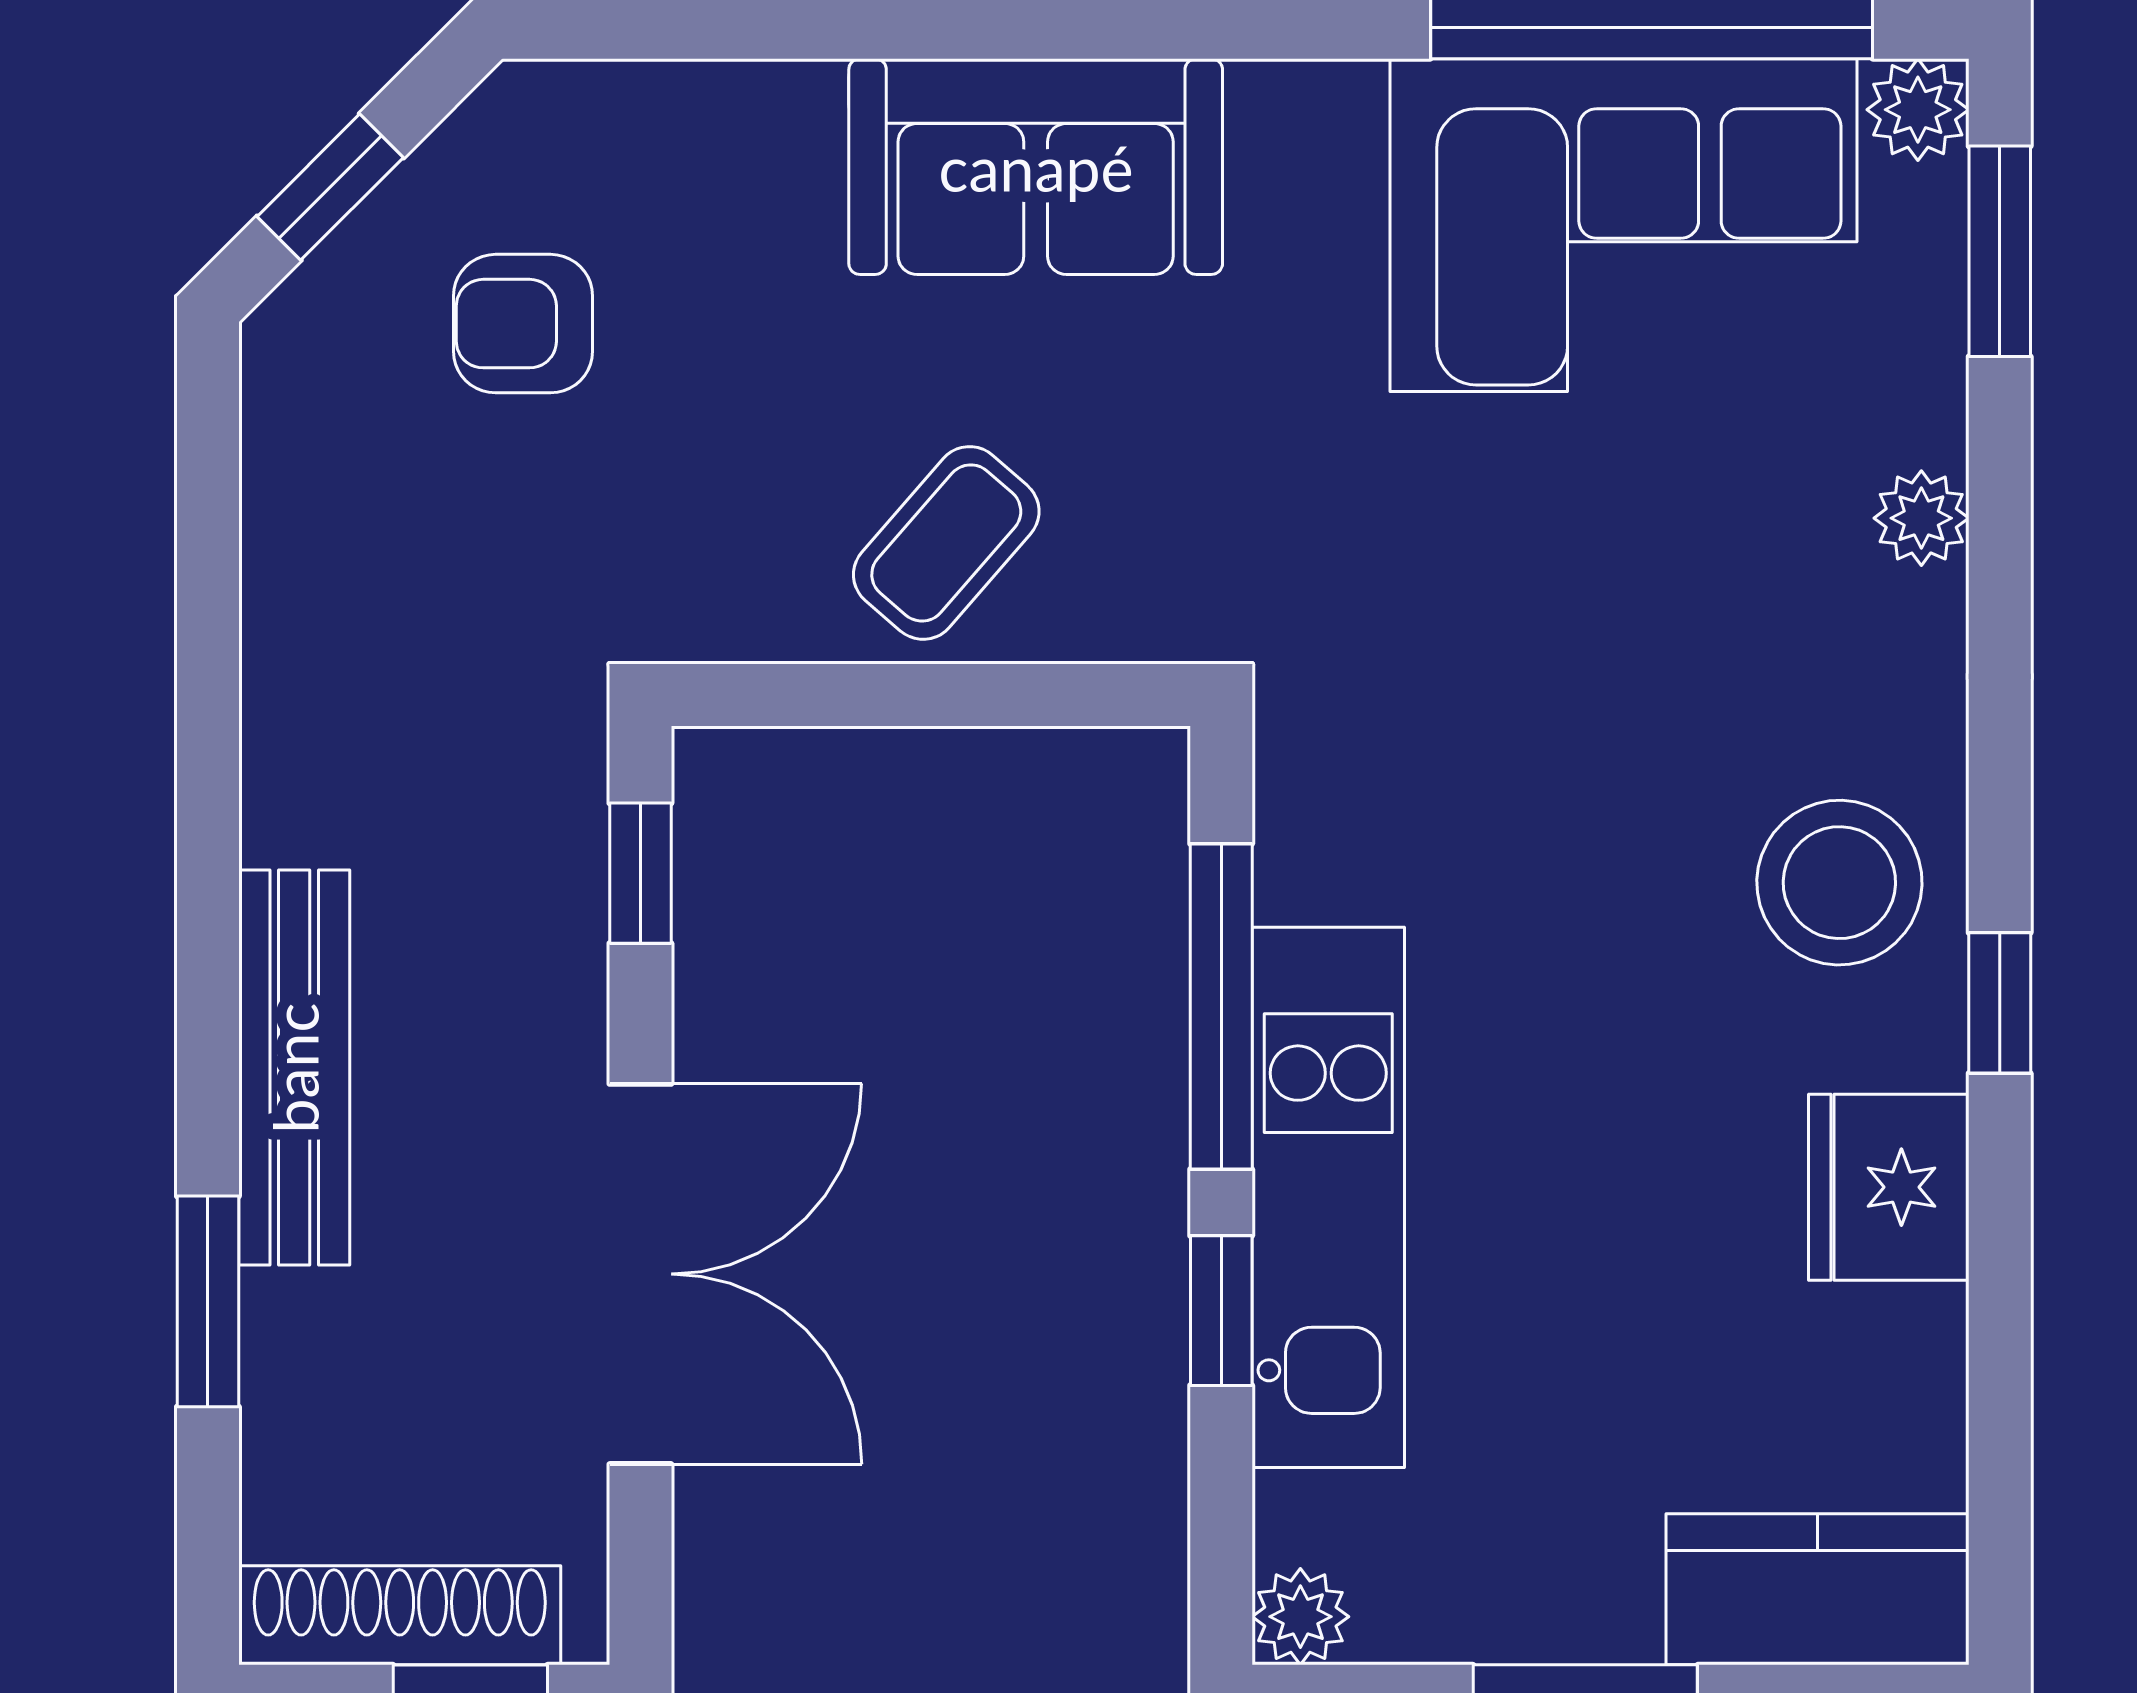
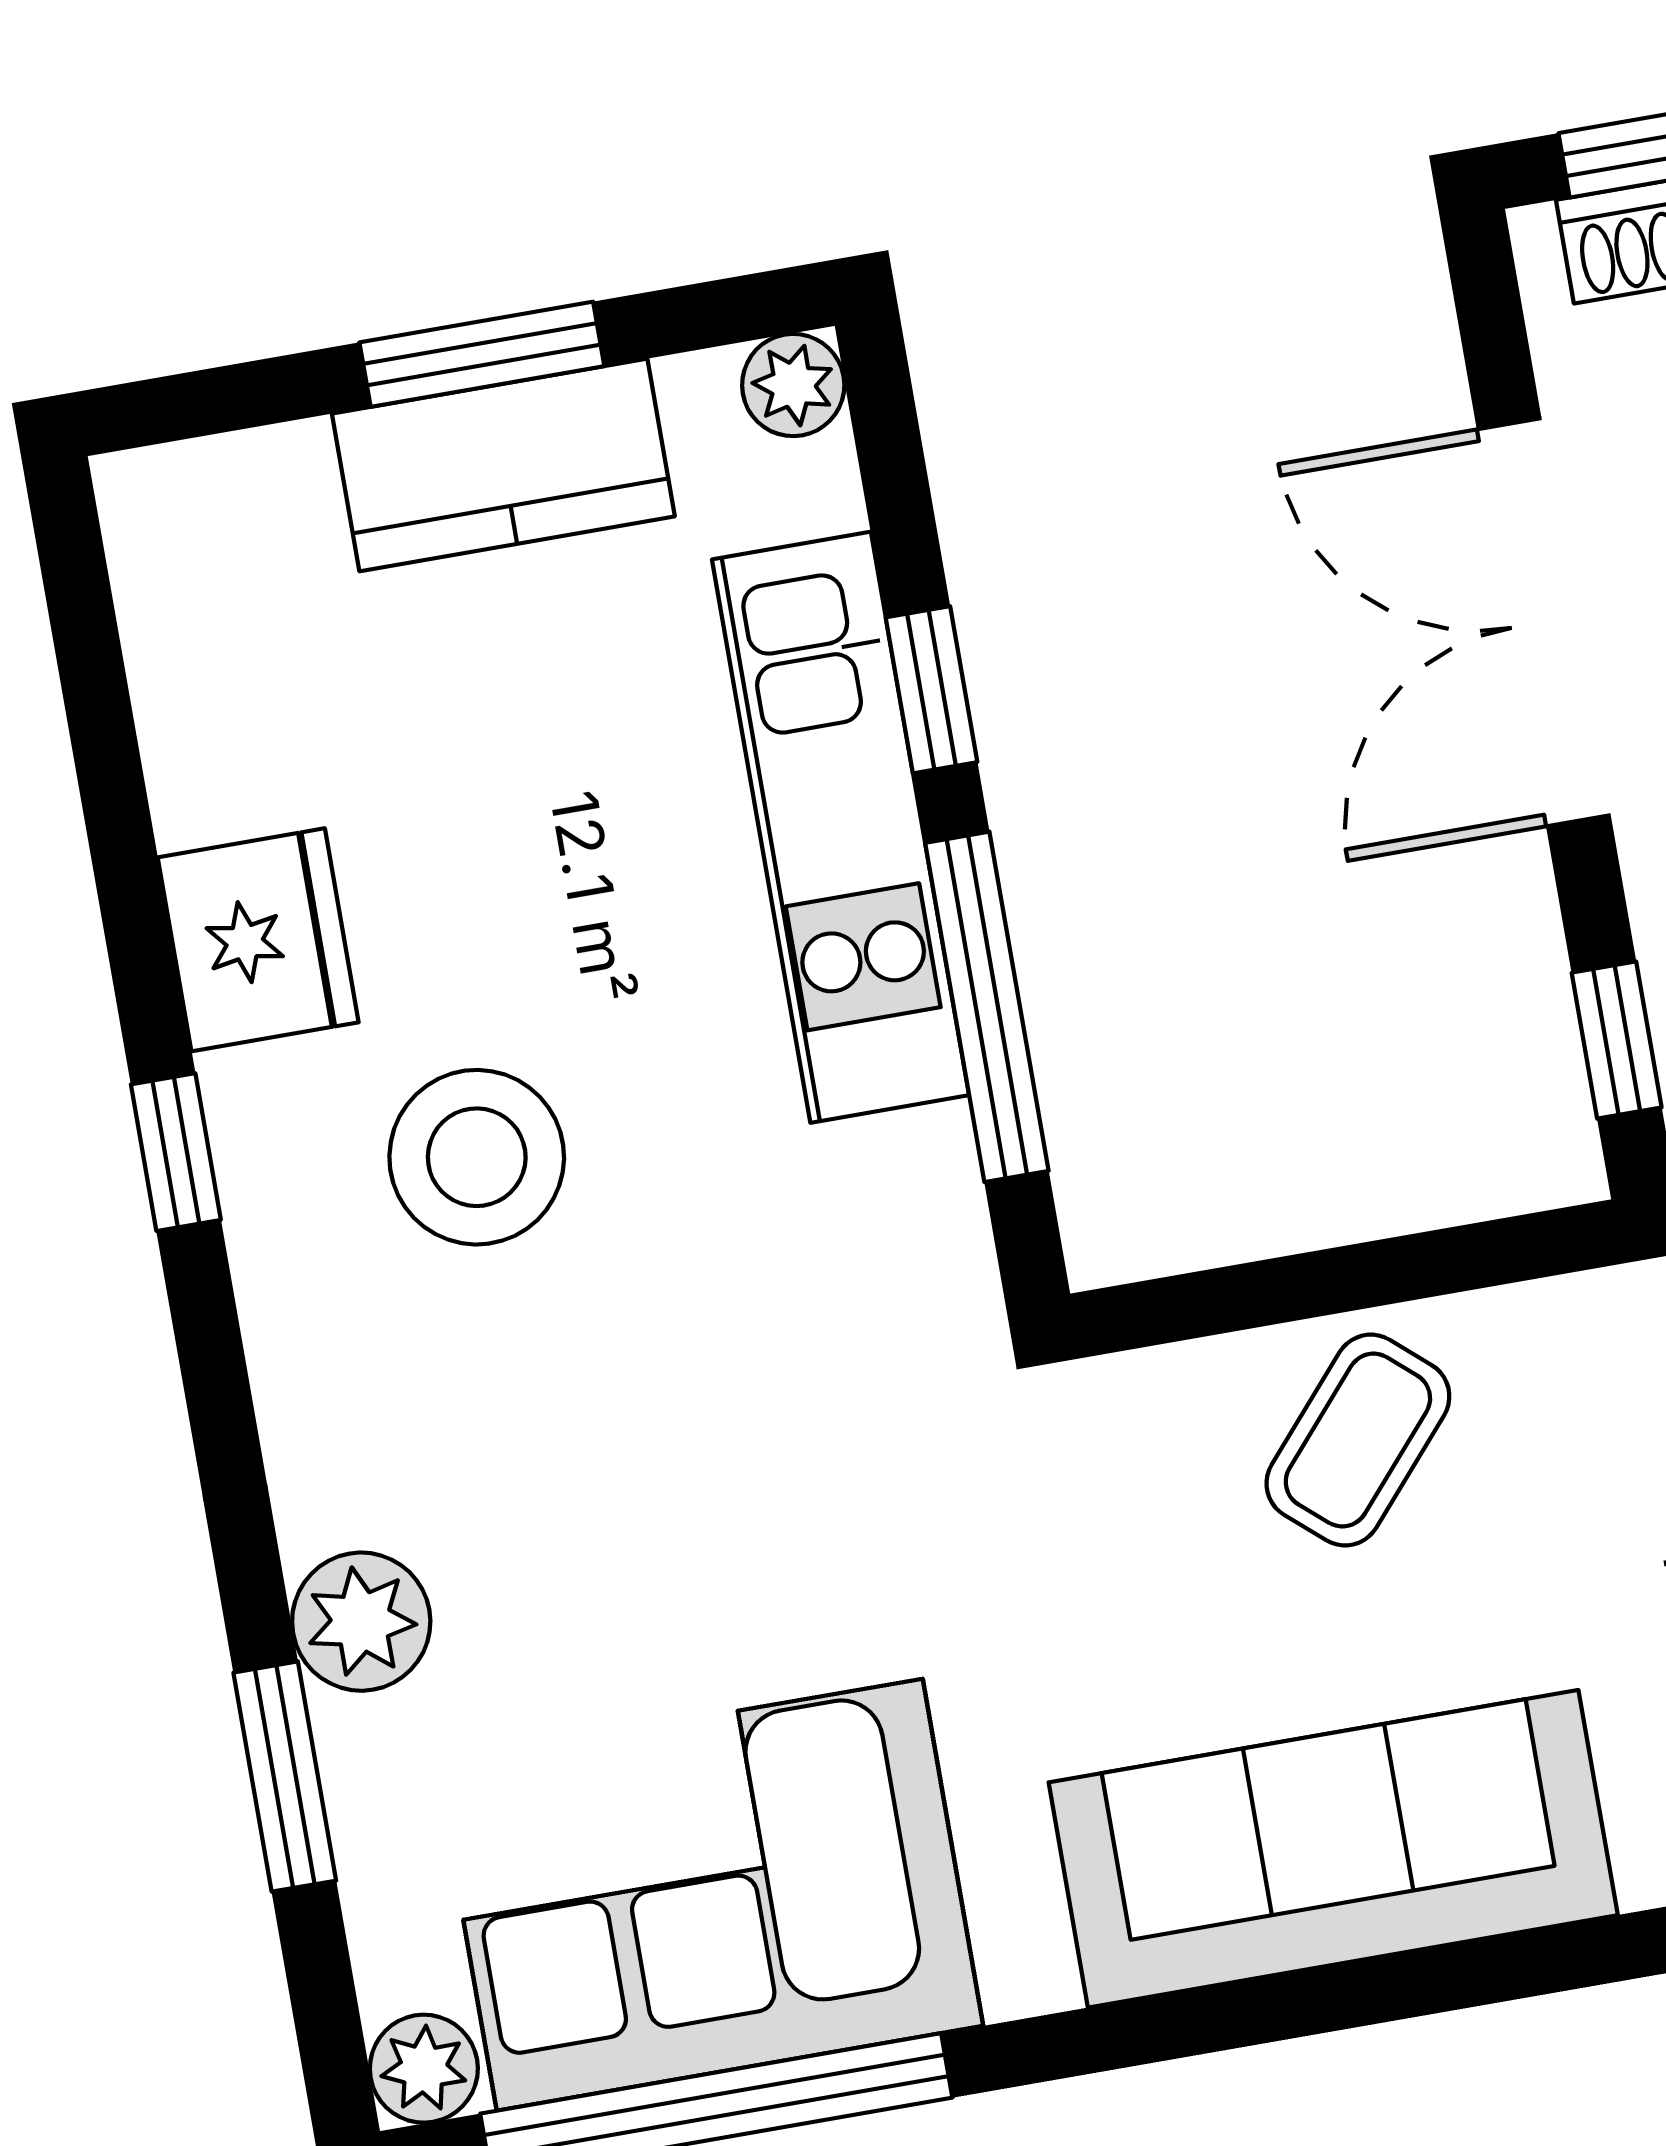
sofa: (1036, 167) -> (1333, 1849), width x1.36
window: (2000, 251) -> (285, 1777), moved
plant: (1921, 518) -> (361, 1622), width x1.38, depth x1.38
stool: (1839, 883) -> (477, 1157), moved
kitchen counter: (1818, 1589) -> (503, 465), moved

